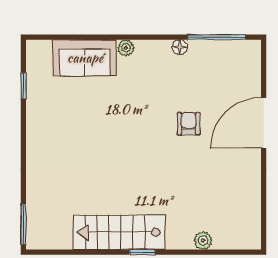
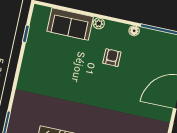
armchair: (189, 124) -> (112, 58), moved

